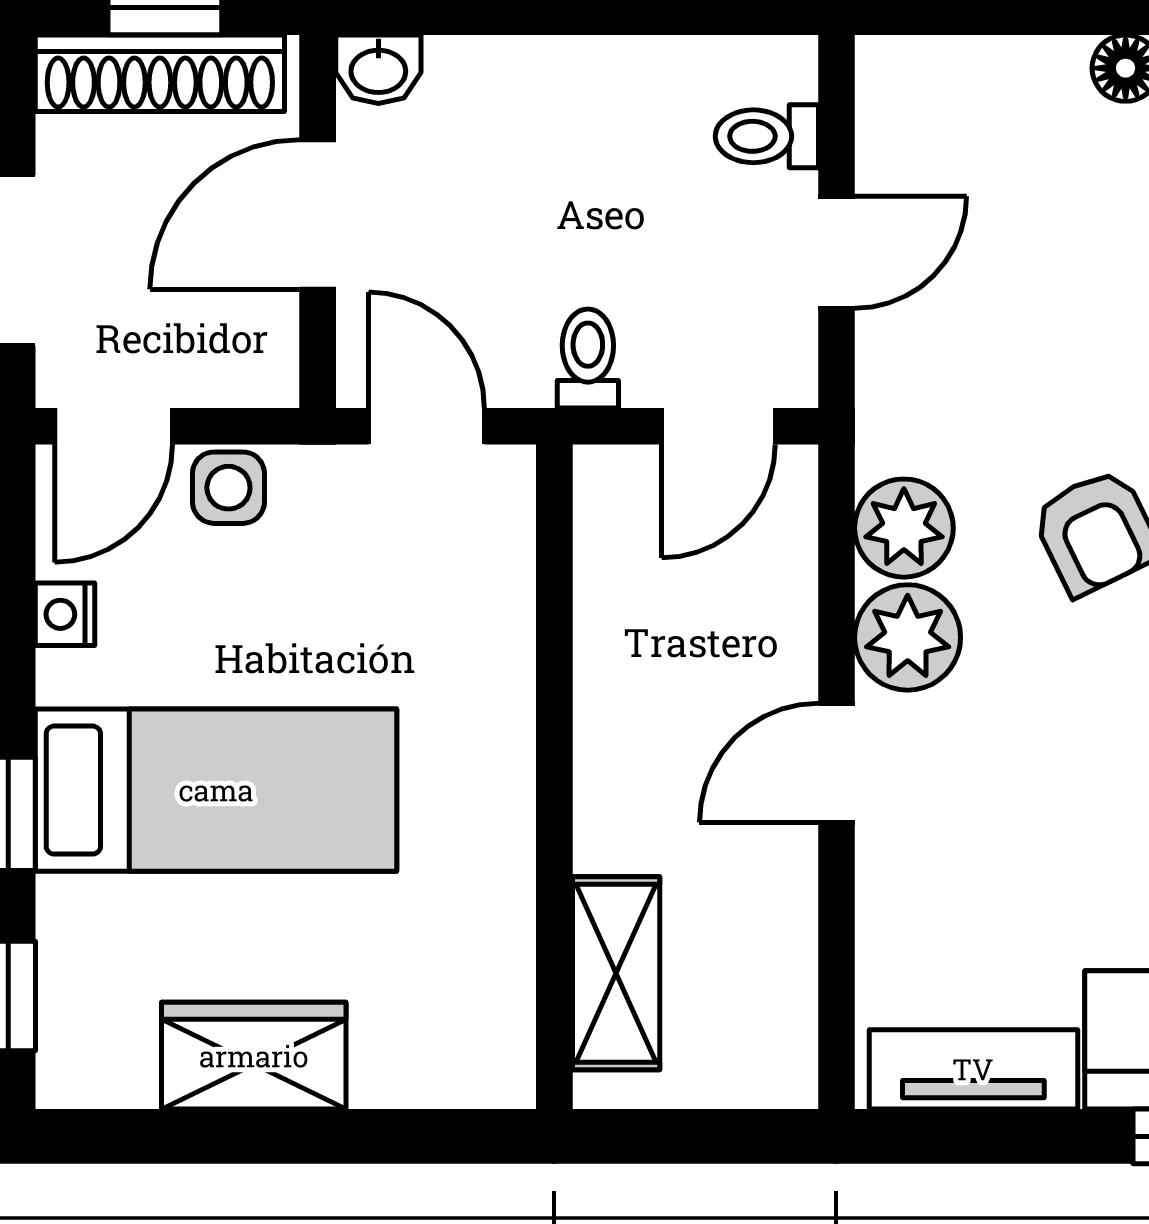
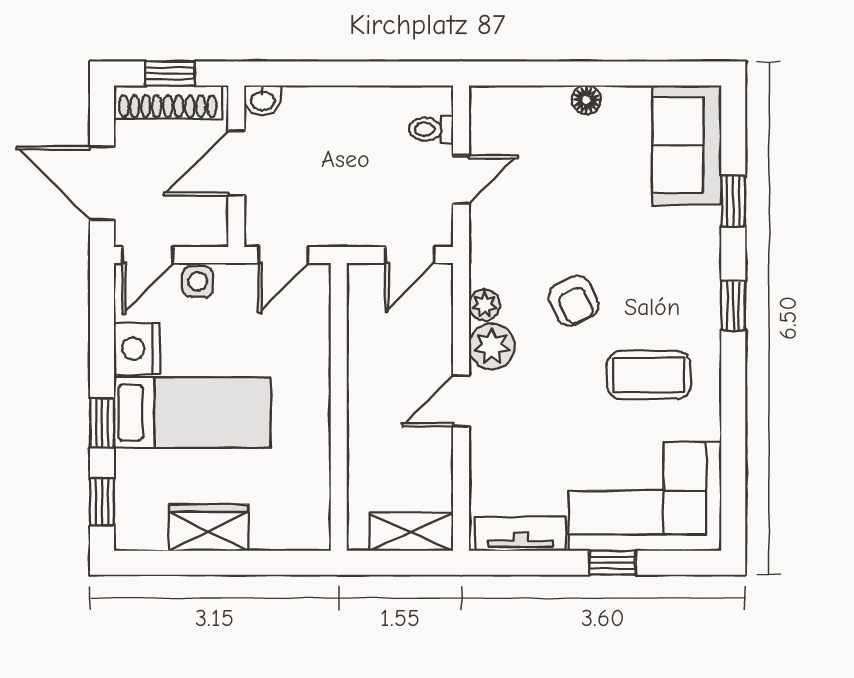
toilet: (588, 358) -> (353, 226), removed
door: (426, 426) -> (283, 255), swing flipped
plant: (904, 528) -> (484, 305), width x0.73, depth x0.73
nightstand: (65, 614) -> (137, 349), width x1.89, depth x1.79
shelving: (616, 973) -> (411, 532), moved, turned 90

